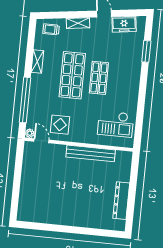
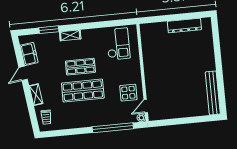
shelving: (37, 62) -> (70, 35), moved
bench: (91, 153) -> (213, 93), moved

